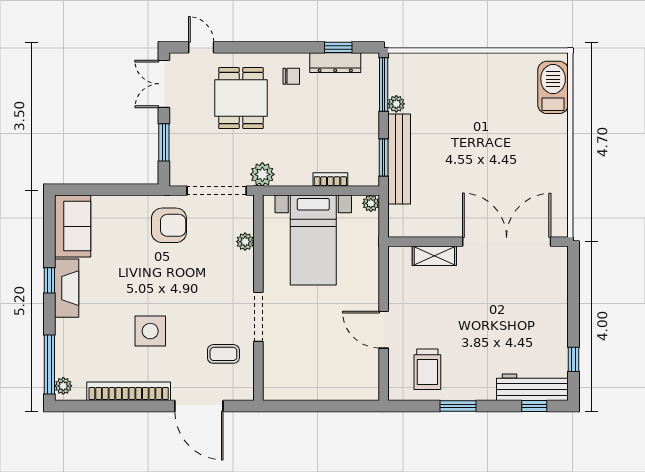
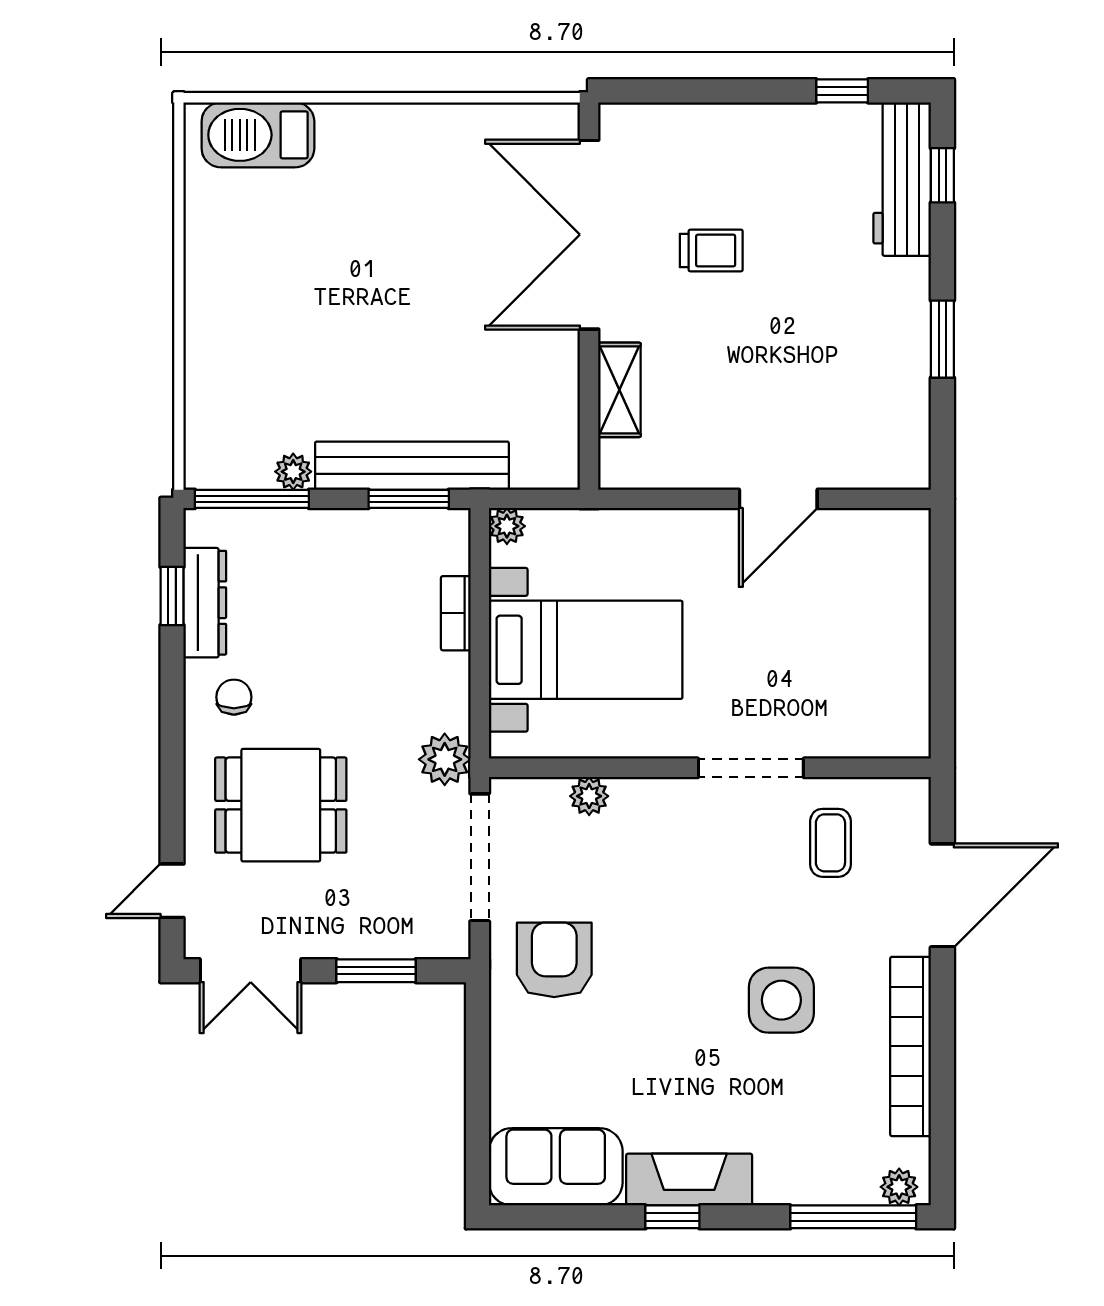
trolley: (427, 369) -> (711, 250), moved, width x0.73, depth x0.72

